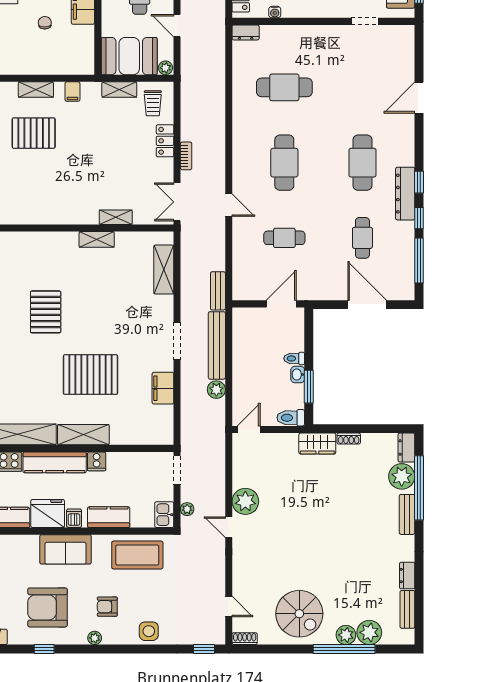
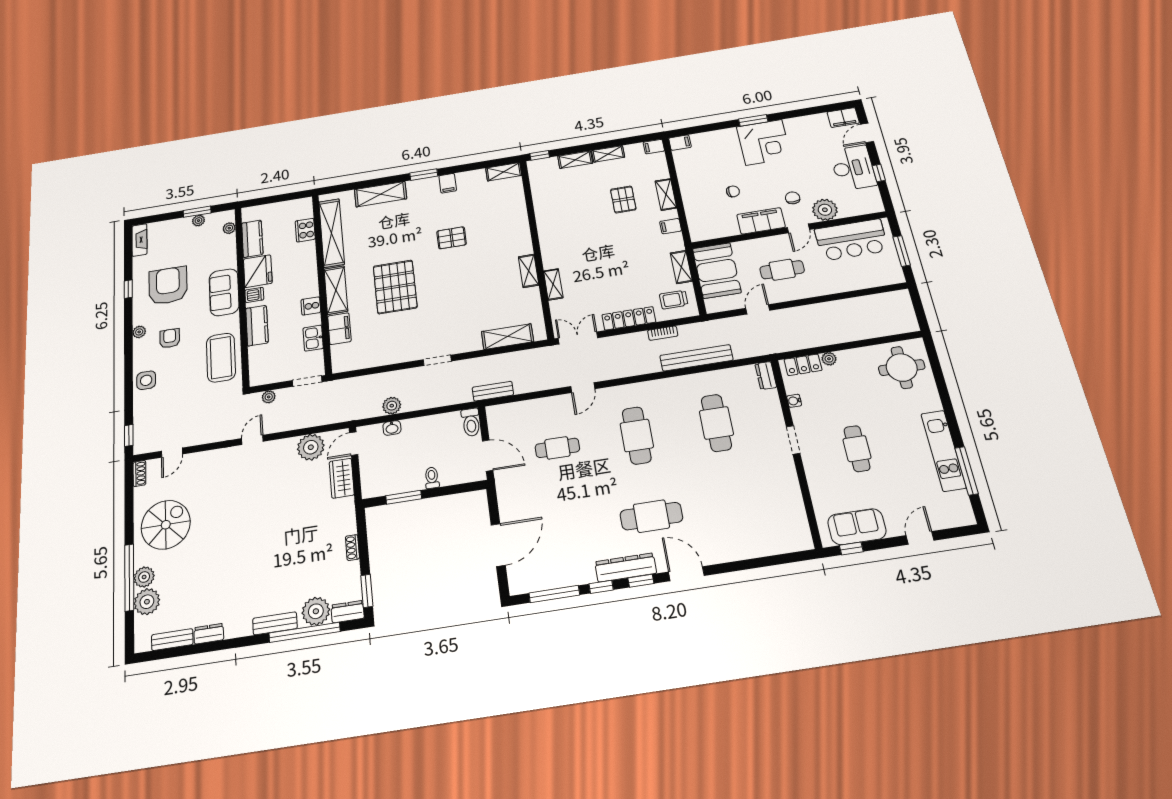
doorway: (365, 21) -> (793, 440), moved
plant: (165, 68) -> (712, 305), removed
door: (419, 98) -> (686, 574), moved
pallet: (34, 133) -> (623, 199), width x0.67, depth x0.71
locker: (165, 141) -> (629, 318), width x1.53
bookcase: (186, 156) -> (663, 333), moved
cafe table: (284, 163) -> (637, 435), turned 90
cafe table: (284, 238) -> (557, 448), turned 90
cafe table: (362, 238) -> (570, 529), removed
pallet: (46, 312) -> (452, 238), width x0.67, depth x0.71
doorway: (177, 341) -> (437, 360), width x0.73
bench: (217, 345) -> (696, 358), moved
washbasin: (298, 375) -> (392, 428), moved, turned 180
filing cabinet: (163, 388) -> (339, 329), moved, turned 90
toilet: (291, 418) -> (471, 422), moved, turned 180
door: (249, 429) -> (354, 444), swing flipped
window: (390, 429) -> (367, 591), added
wardrobe: (317, 444) -> (342, 478), moved
kitchen counter: (55, 462) -> (307, 269), removed
plant: (245, 501) -> (311, 447), moved
kitchen sink: (164, 515) -> (313, 338), moved, turned -90
spiral stairs: (299, 614) -> (166, 525), turned 180

